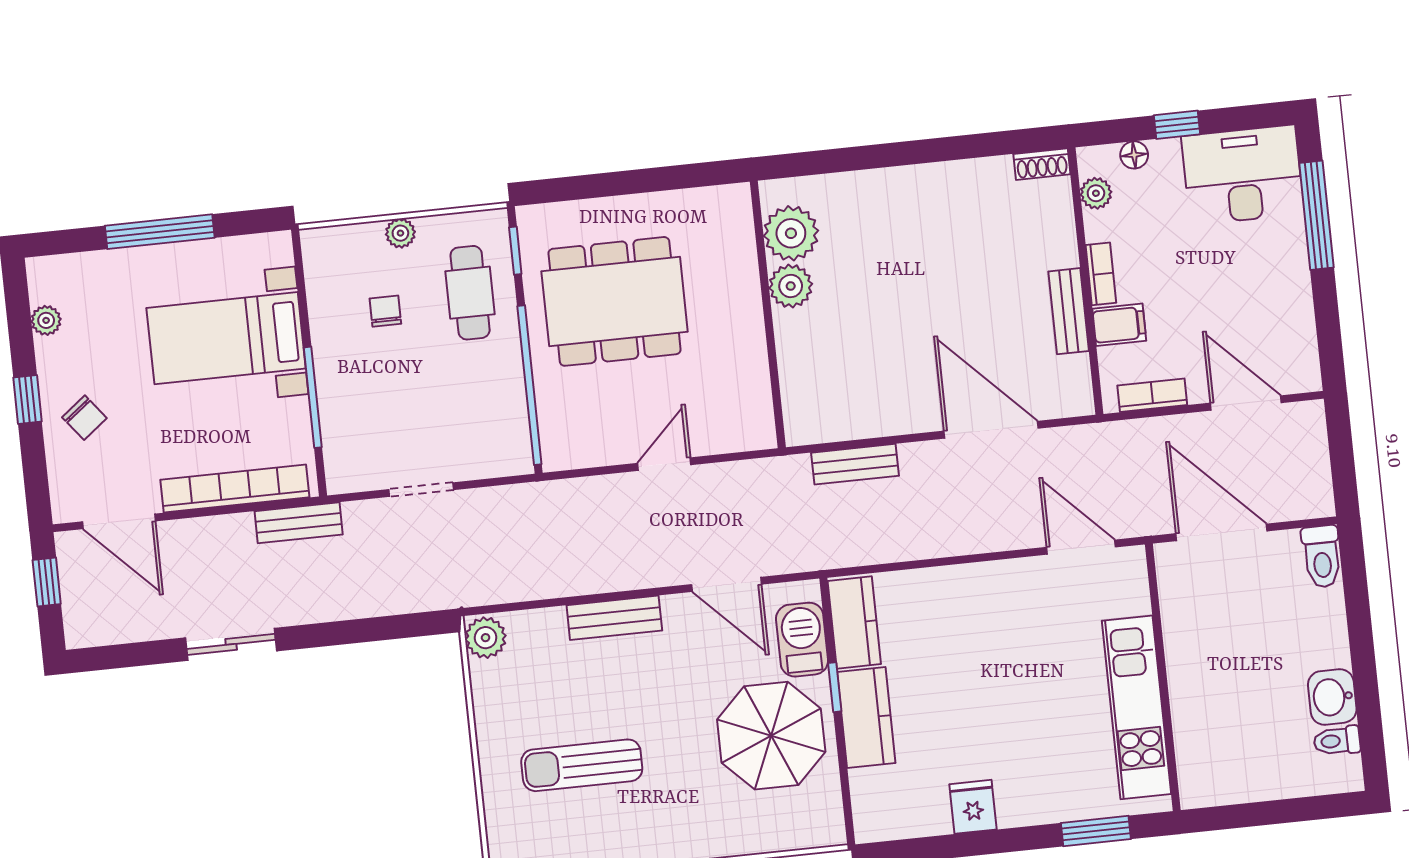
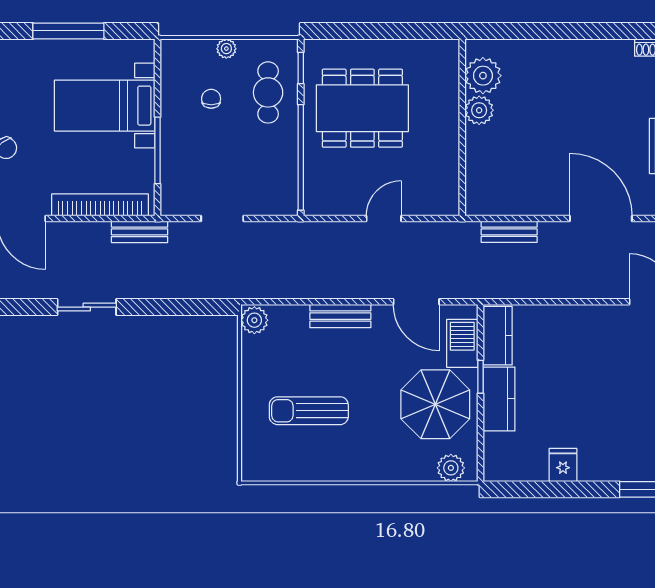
plant: (805, 829) -> (451, 468), added

